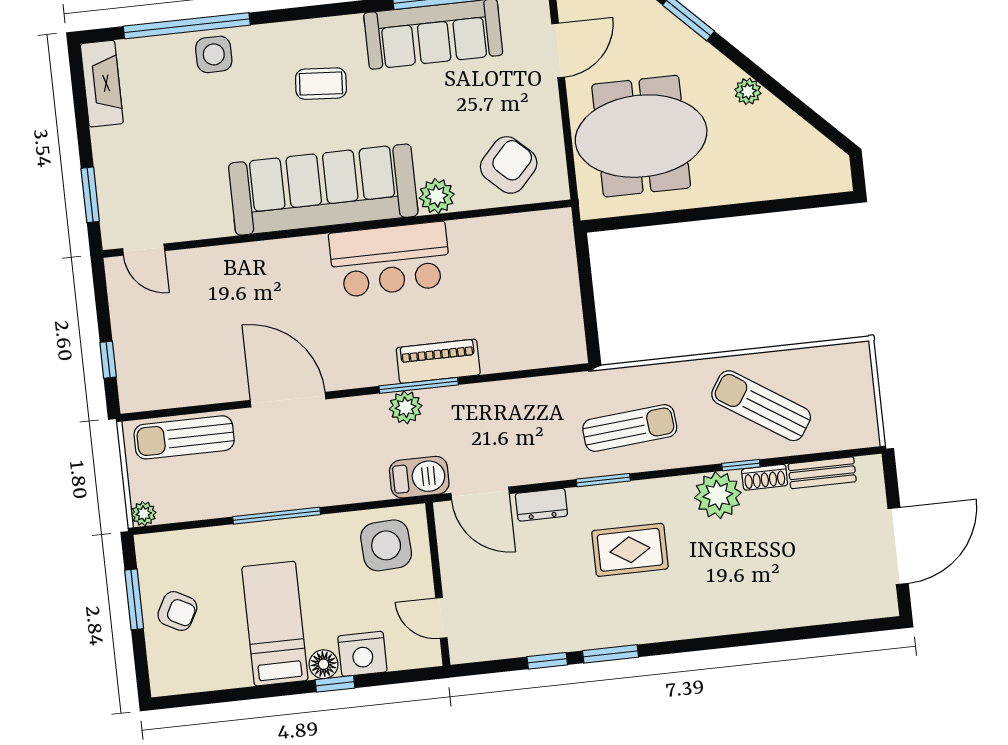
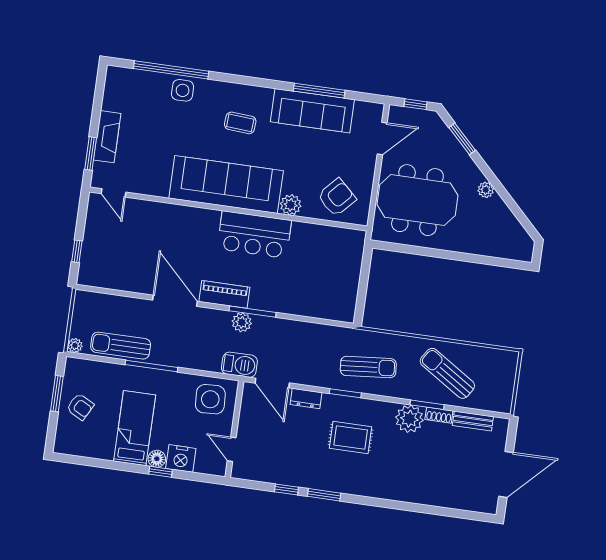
fireplace: (102, 84) -> (107, 137), moved
piano: (438, 361) -> (224, 294), moved
sun lounger: (184, 437) -> (121, 346), moved
window: (741, 465) -> (427, 405), width x1.50

